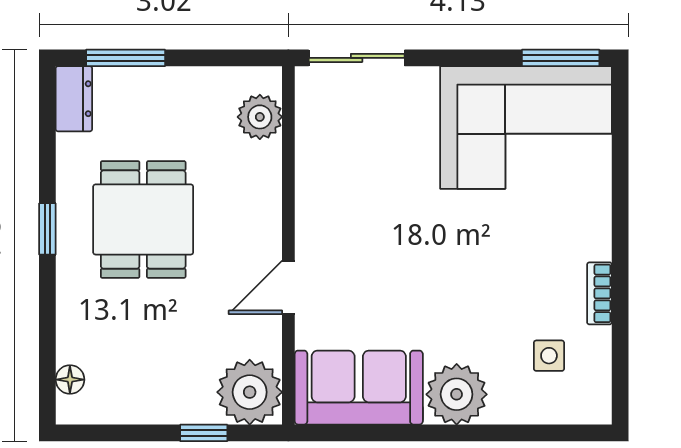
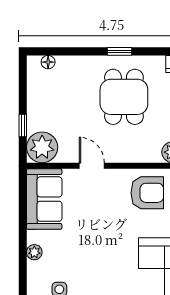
armchair: (346, 170) -> (147, 193), added
dining table: (143, 219) -> (124, 97), turned 90
plant: (457, 394) -> (34, 252), width x0.53, depth x0.53

